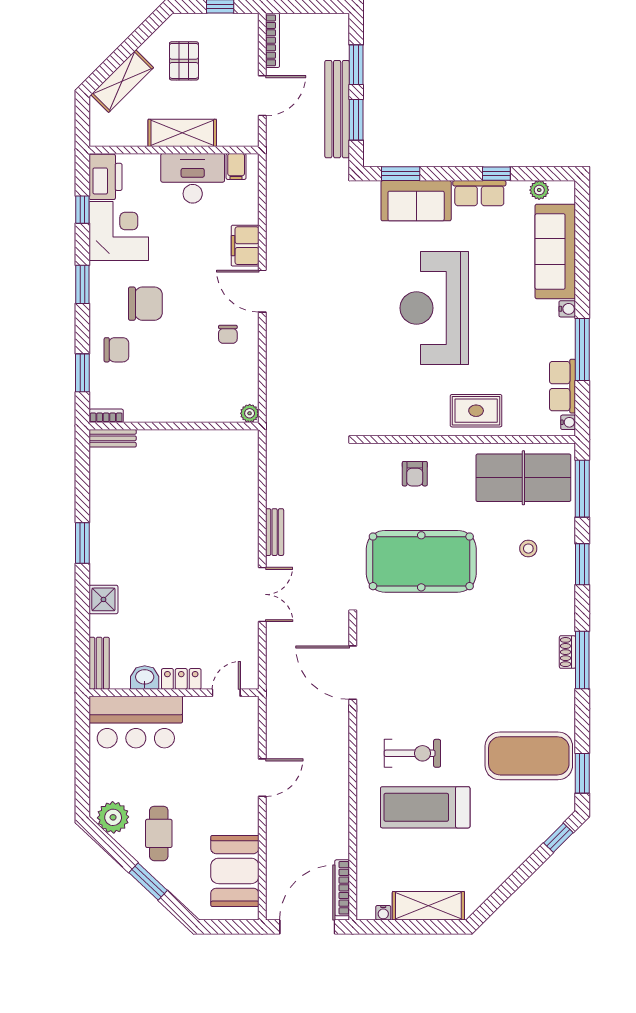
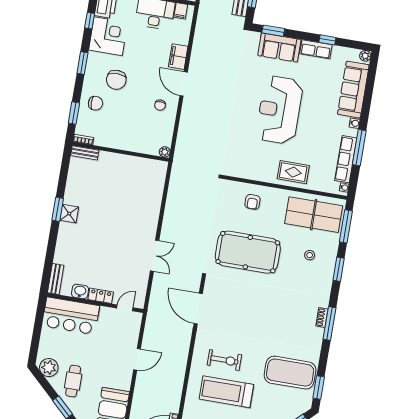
plant: (539, 190) -> (365, 56), moved
chair: (145, 304) -> (116, 80), turned 90
row of seats: (563, 386) -> (346, 159), width x1.48
bench: (275, 532) -> (168, 222), removed
shower: (103, 599) -> (69, 214), moved

